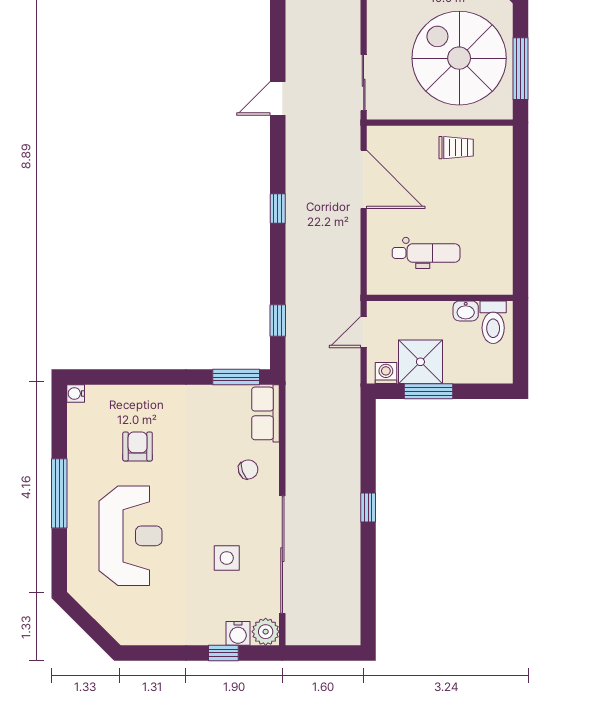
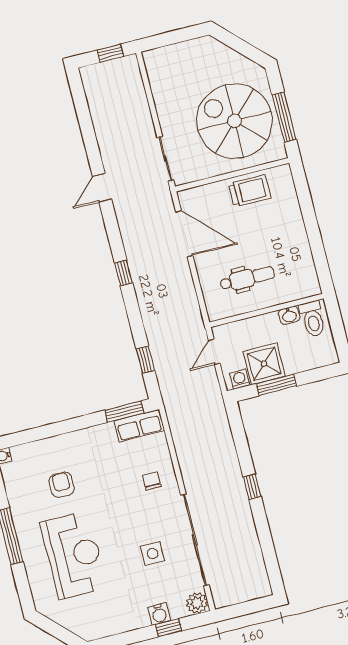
trolley: (456, 148) -> (250, 191), width x1.36, depth x1.39
row of seats: (265, 413) -> (139, 426), moved, turned -90
chair: (248, 470) -> (152, 481), turned -69
water cooler: (238, 633) -> (159, 614), moved

